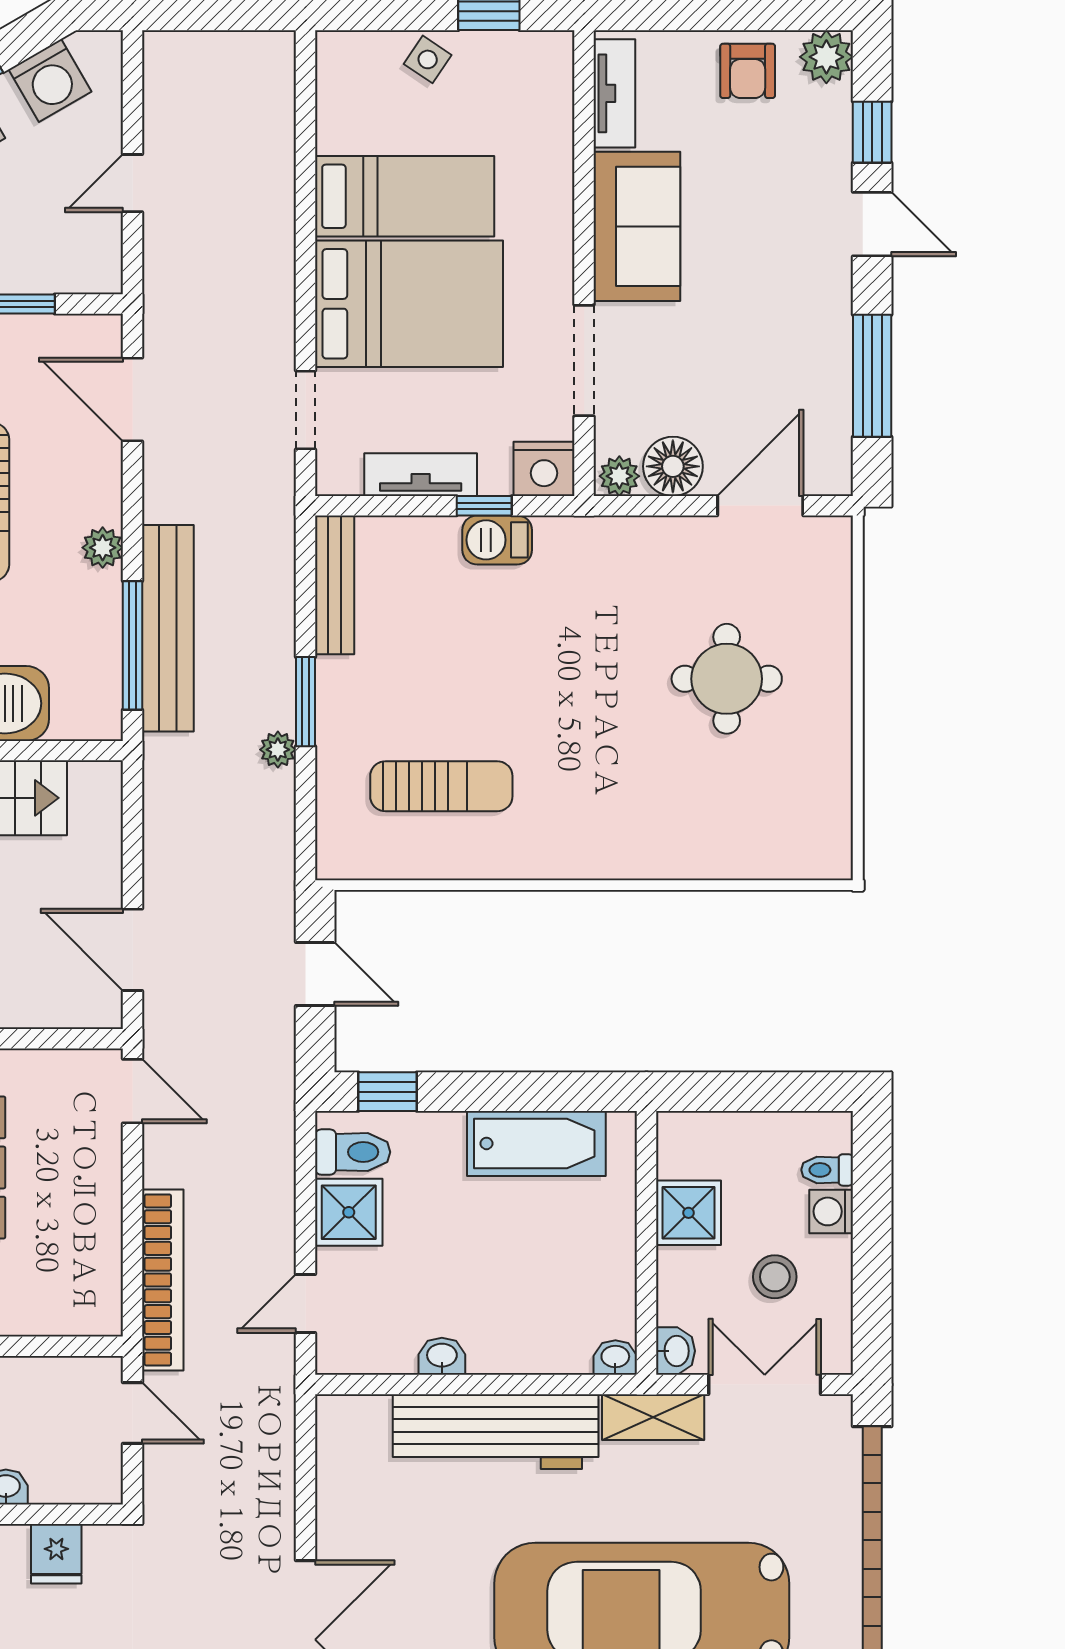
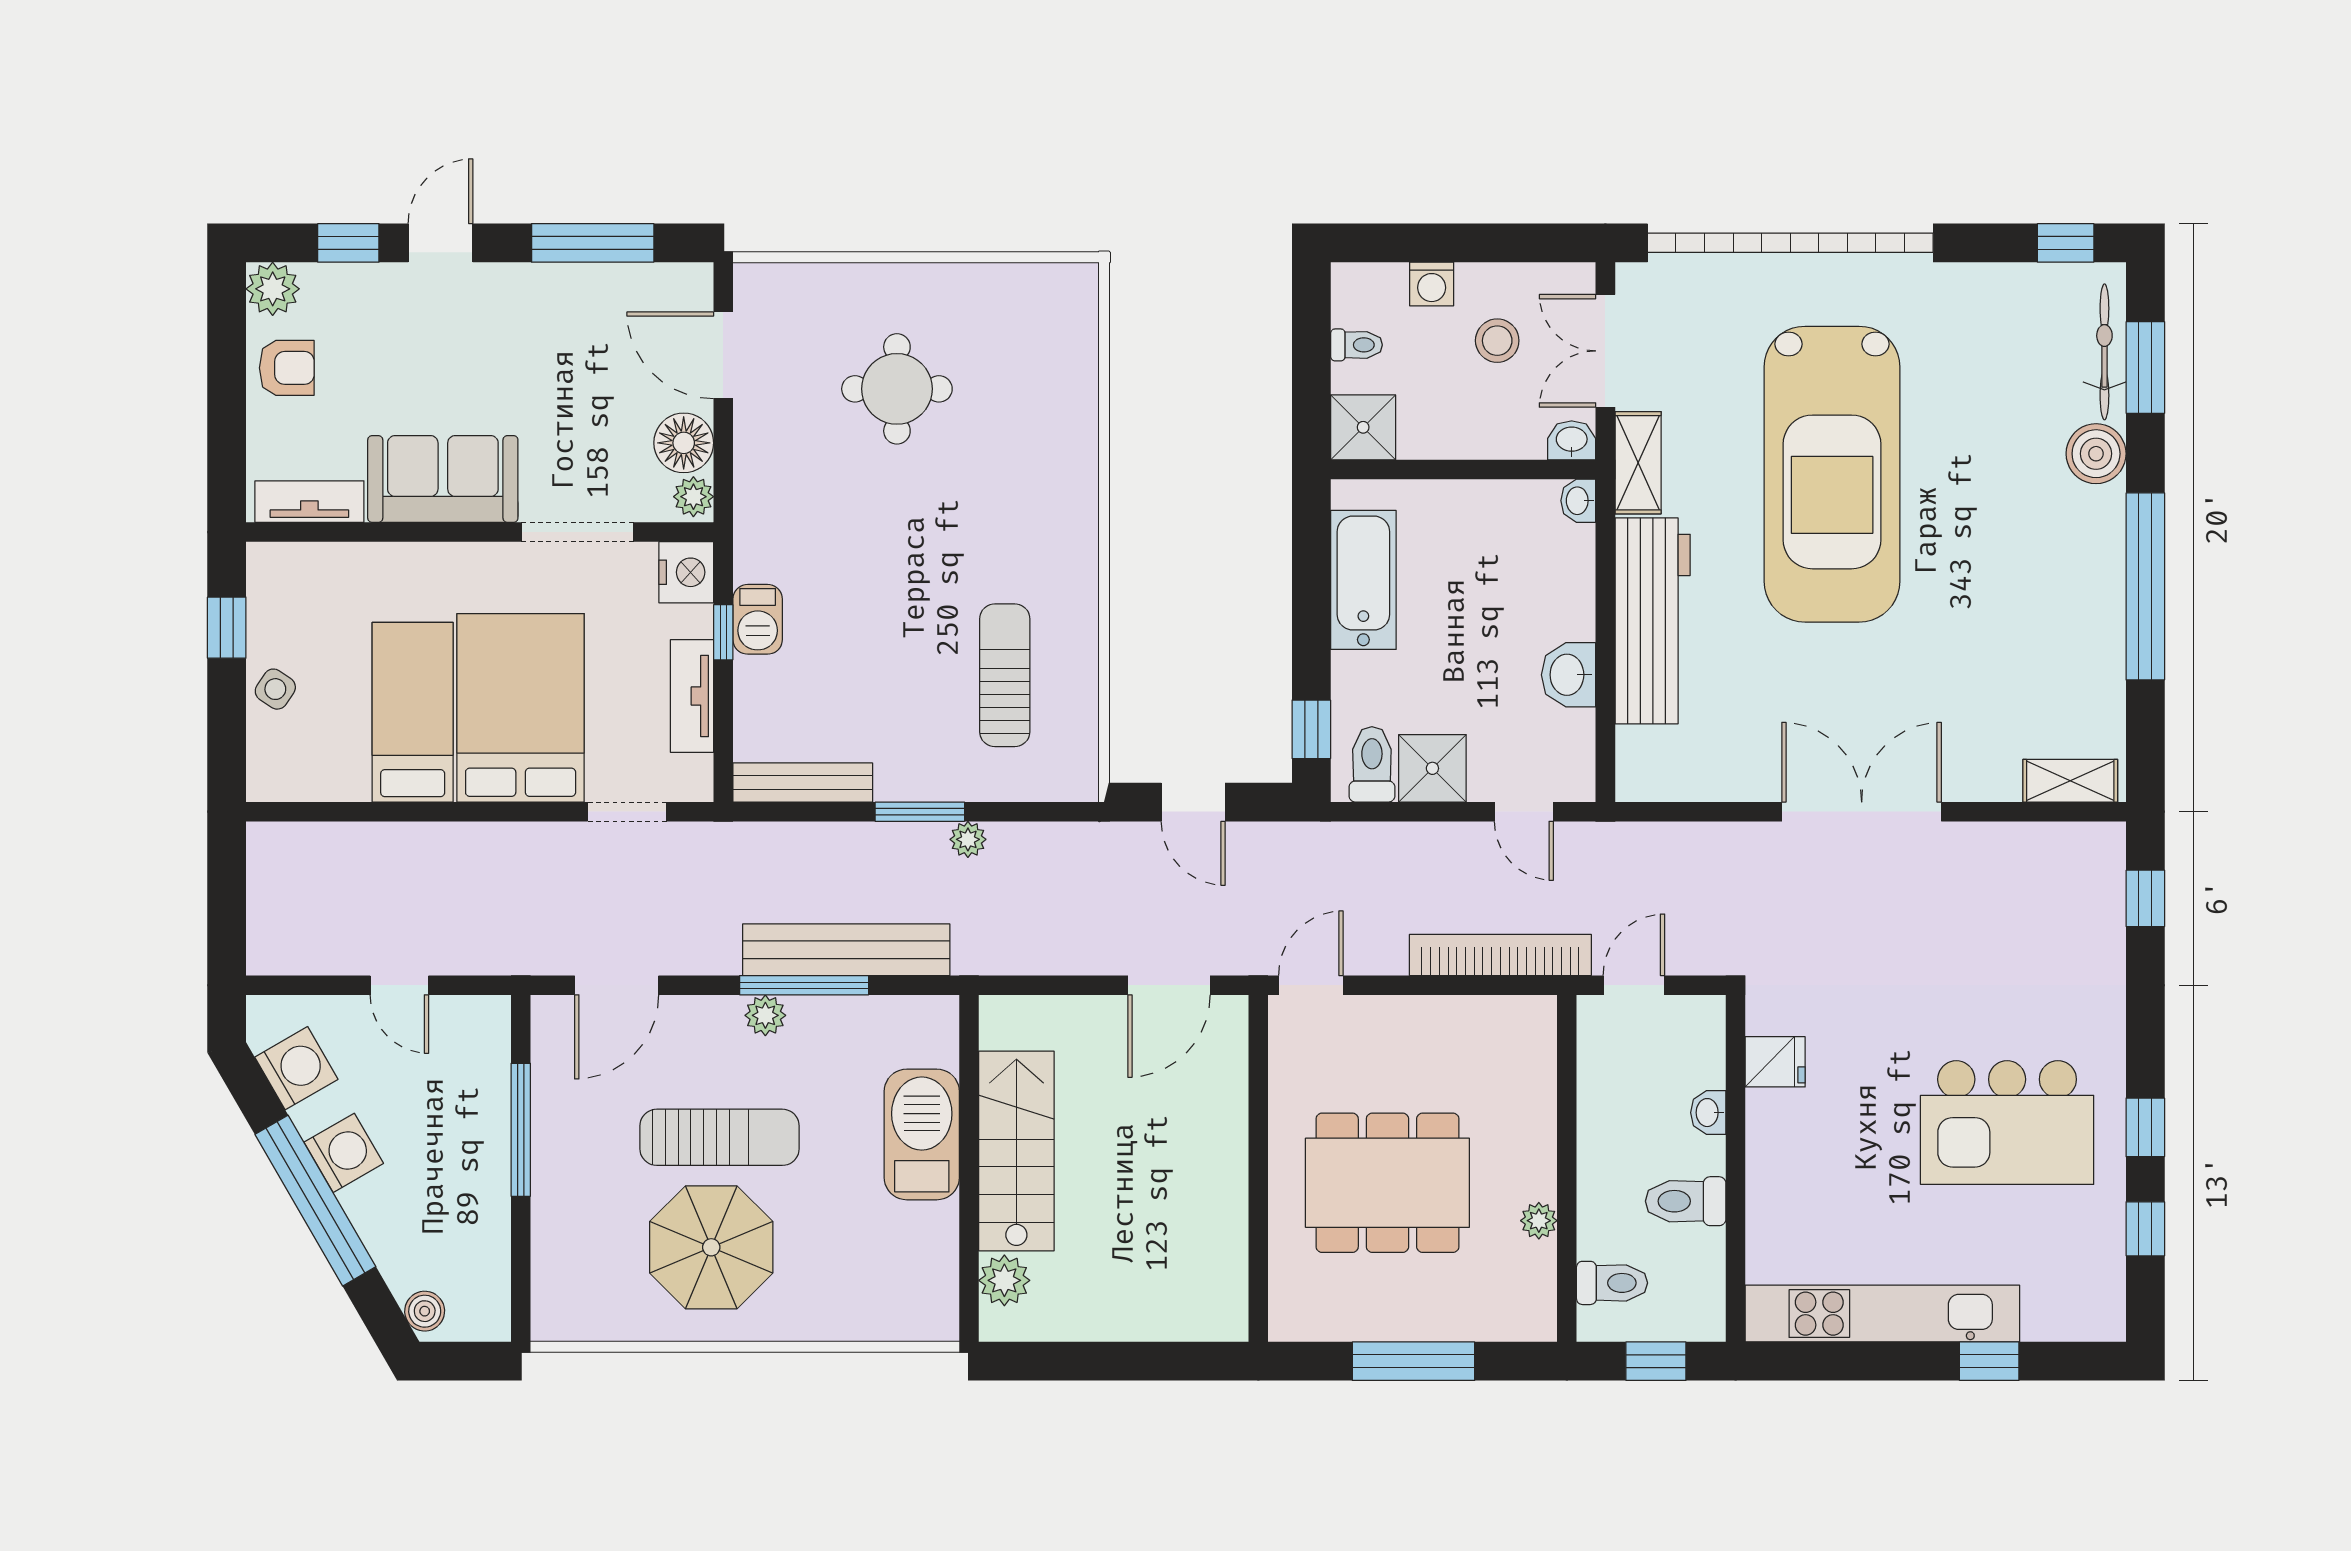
window: (133, 645) -> (804, 985), moved
door: (315, 974) -> (1193, 802), swing flipped
toilet: (827, 1170) -> (1357, 345), moved, turned -90
shower: (688, 1213) -> (1363, 427), moved
washbasin: (442, 1356) -> (1569, 675), width x1.38, depth x1.45

